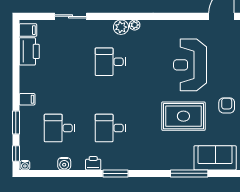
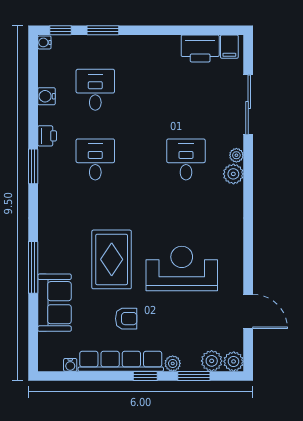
sliding door: (71, 16) -> (248, 105), width x1.37
plant: (135, 25) -> (236, 155), moved
filing cabinet: (27, 99) -> (135, 45), removed

